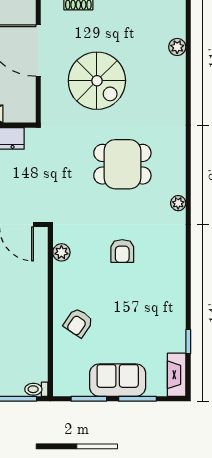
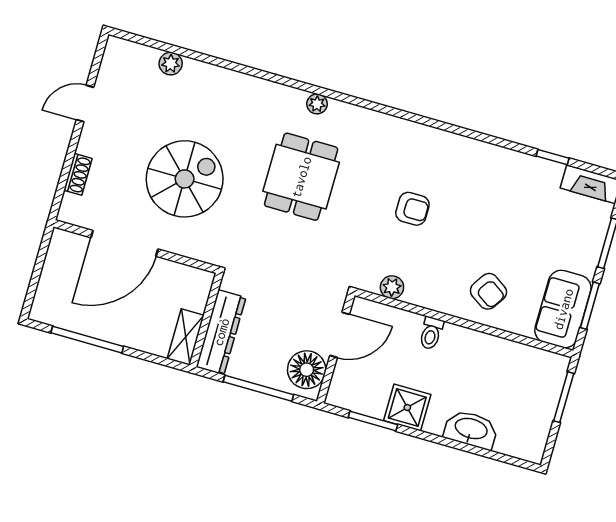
plant: (178, 203) -> (317, 104), moved
sofa: (118, 380) -> (563, 309), moved
toilet: (36, 389) -> (431, 333), moved

